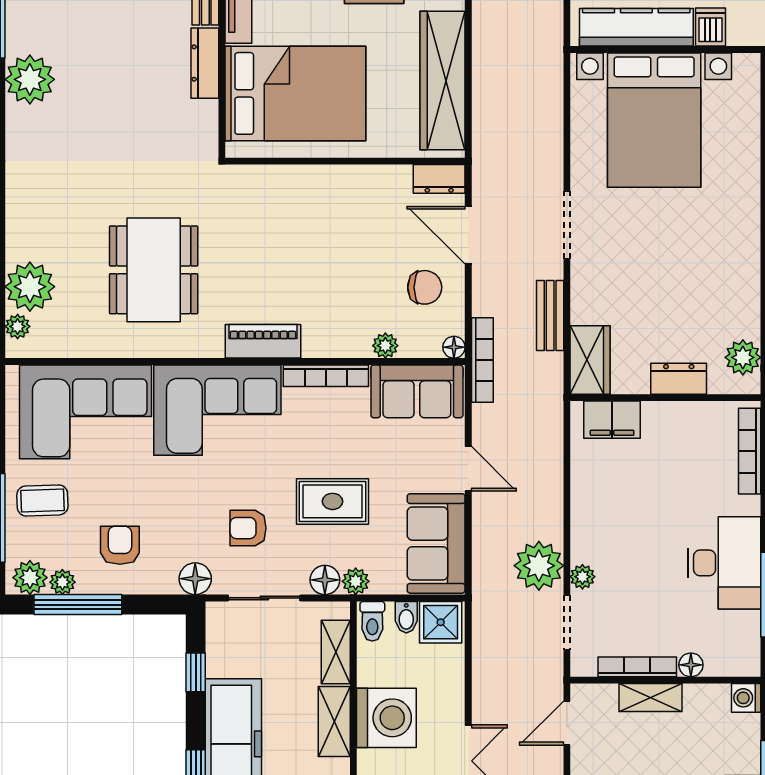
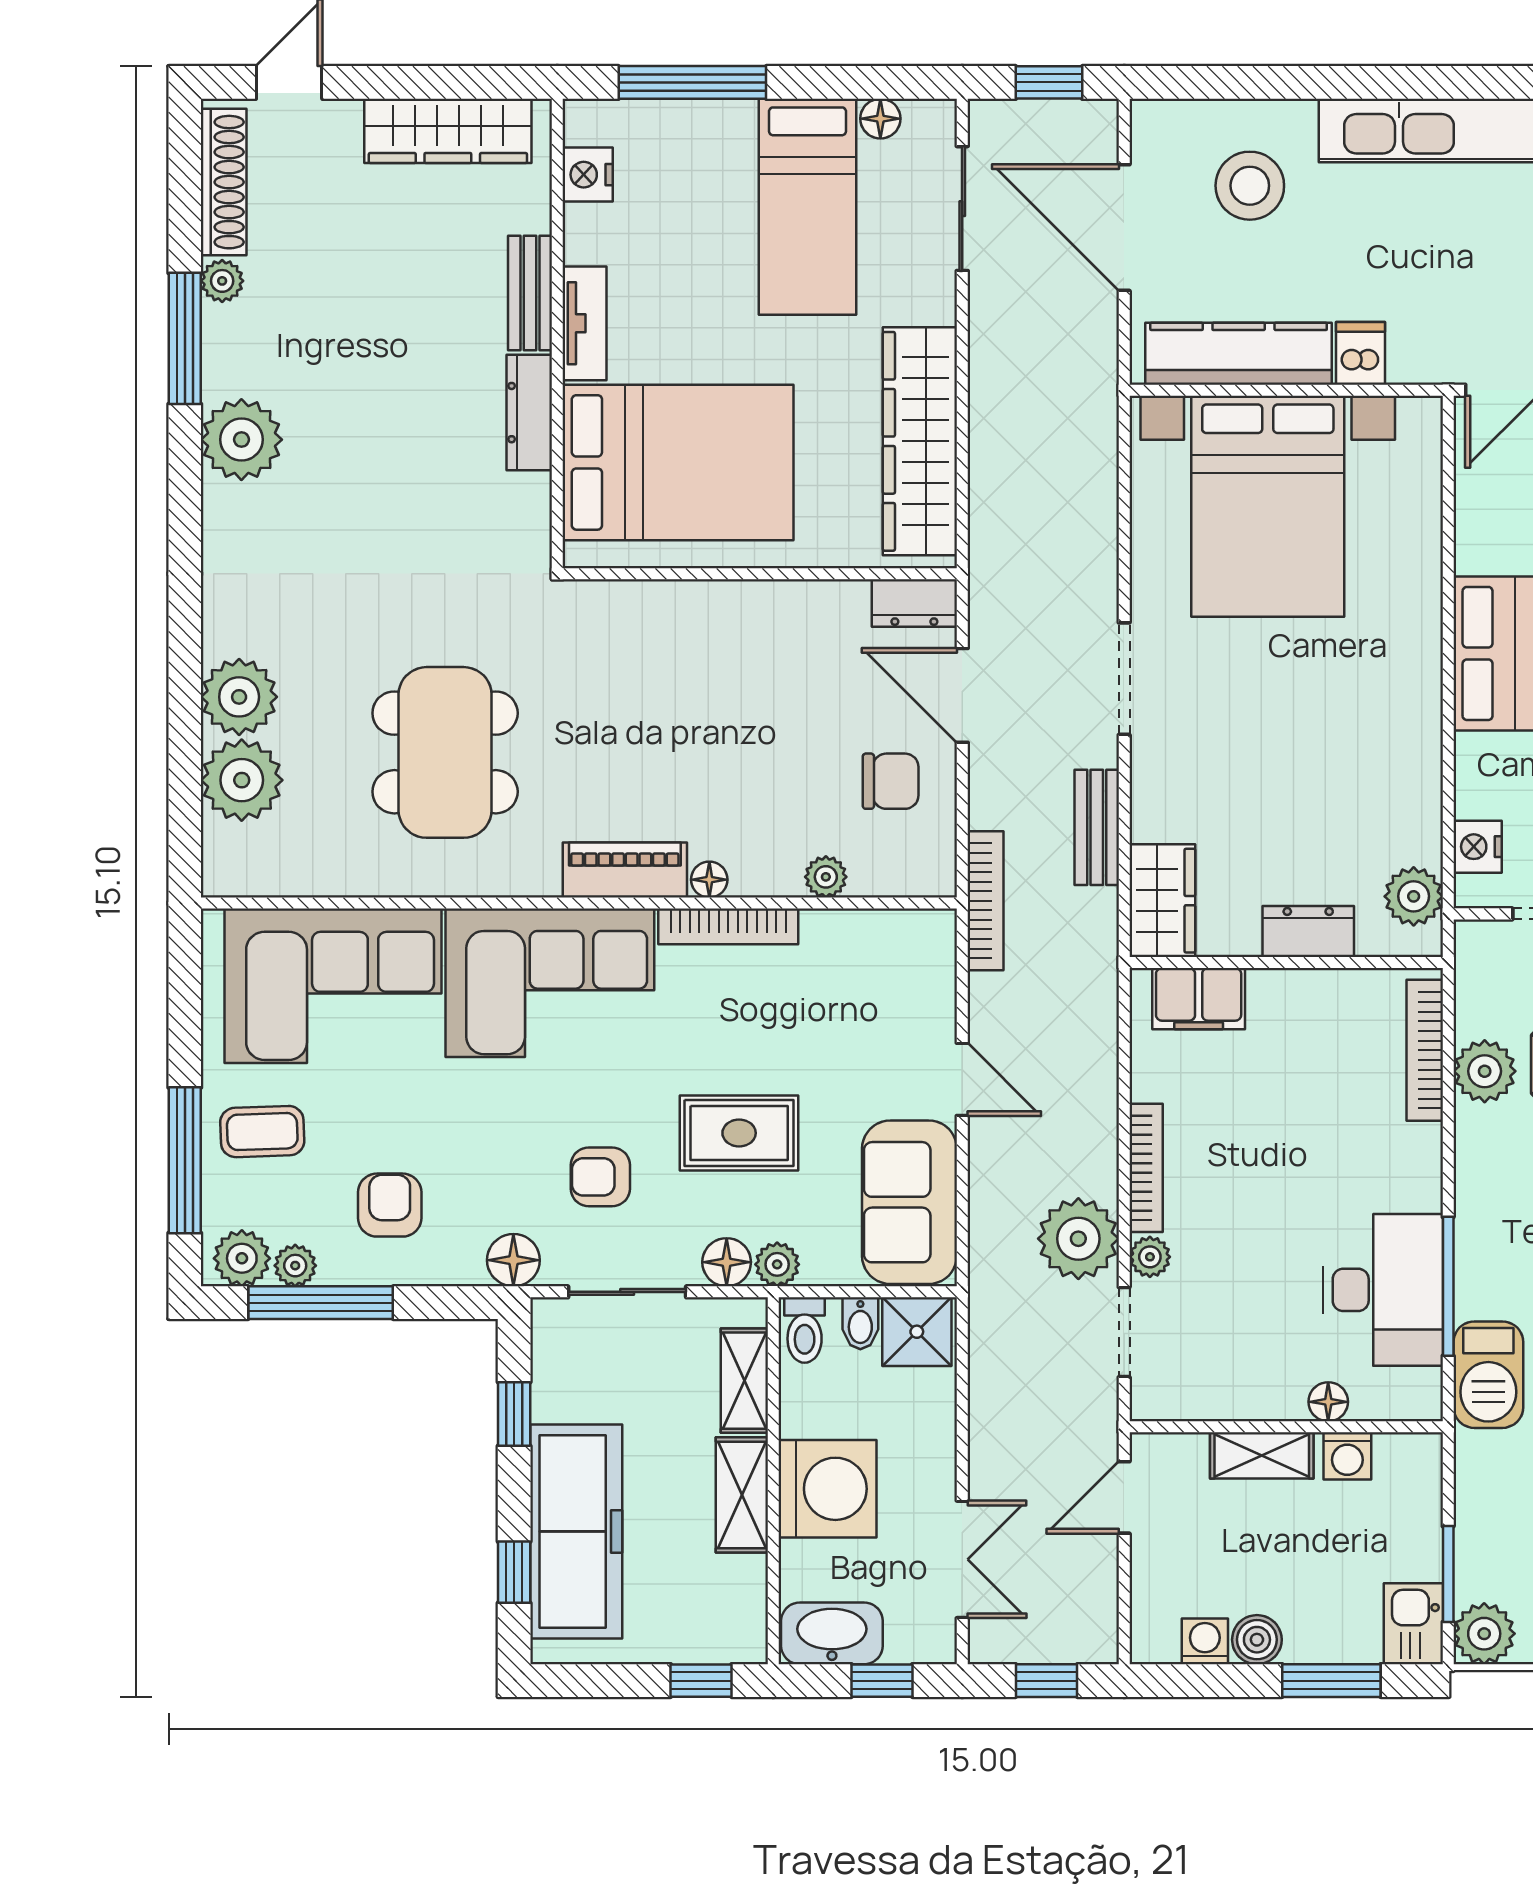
plant: (18, 326) -> (239, 697), moved, width x1.88, depth x1.88
floor lamp: (454, 347) -> (709, 880), moved
sofa: (417, 391) -> (878, 952), removed
desk: (724, 563) -> (1383, 1290), moved
bookcase: (637, 667) -> (1146, 1168), moved, turned 90
washing machine: (746, 698) -> (1347, 1456), moved, turned -90

